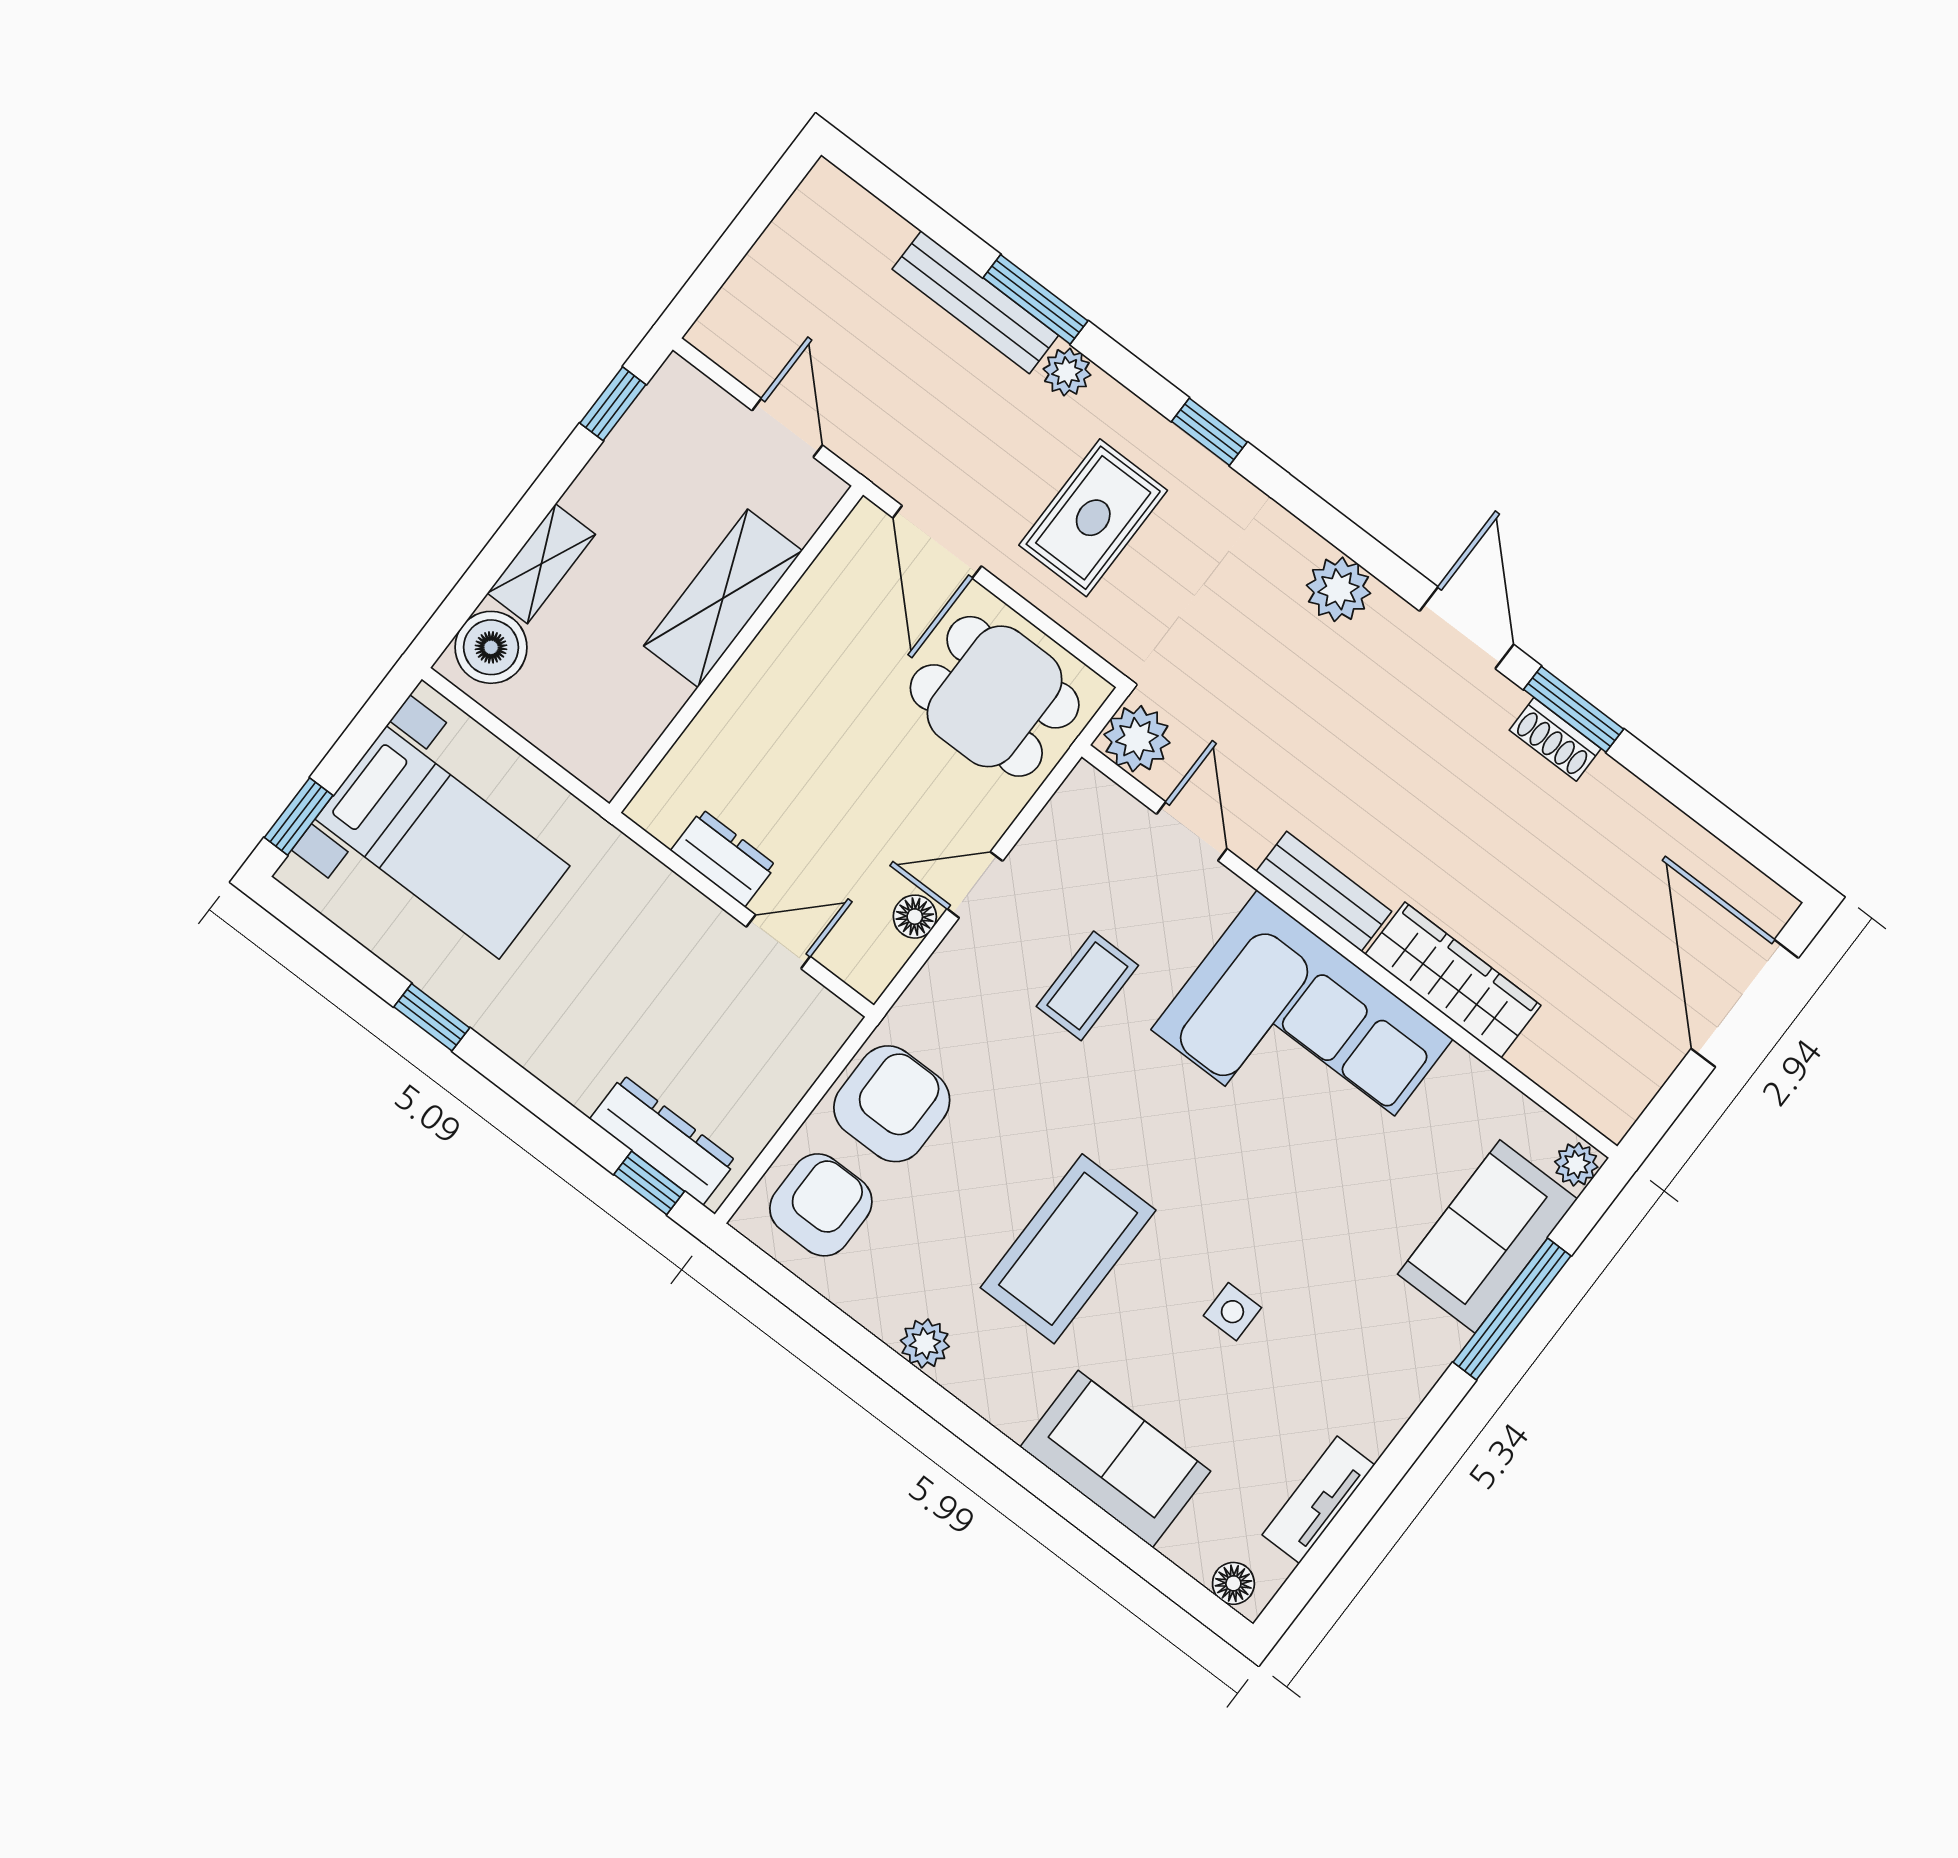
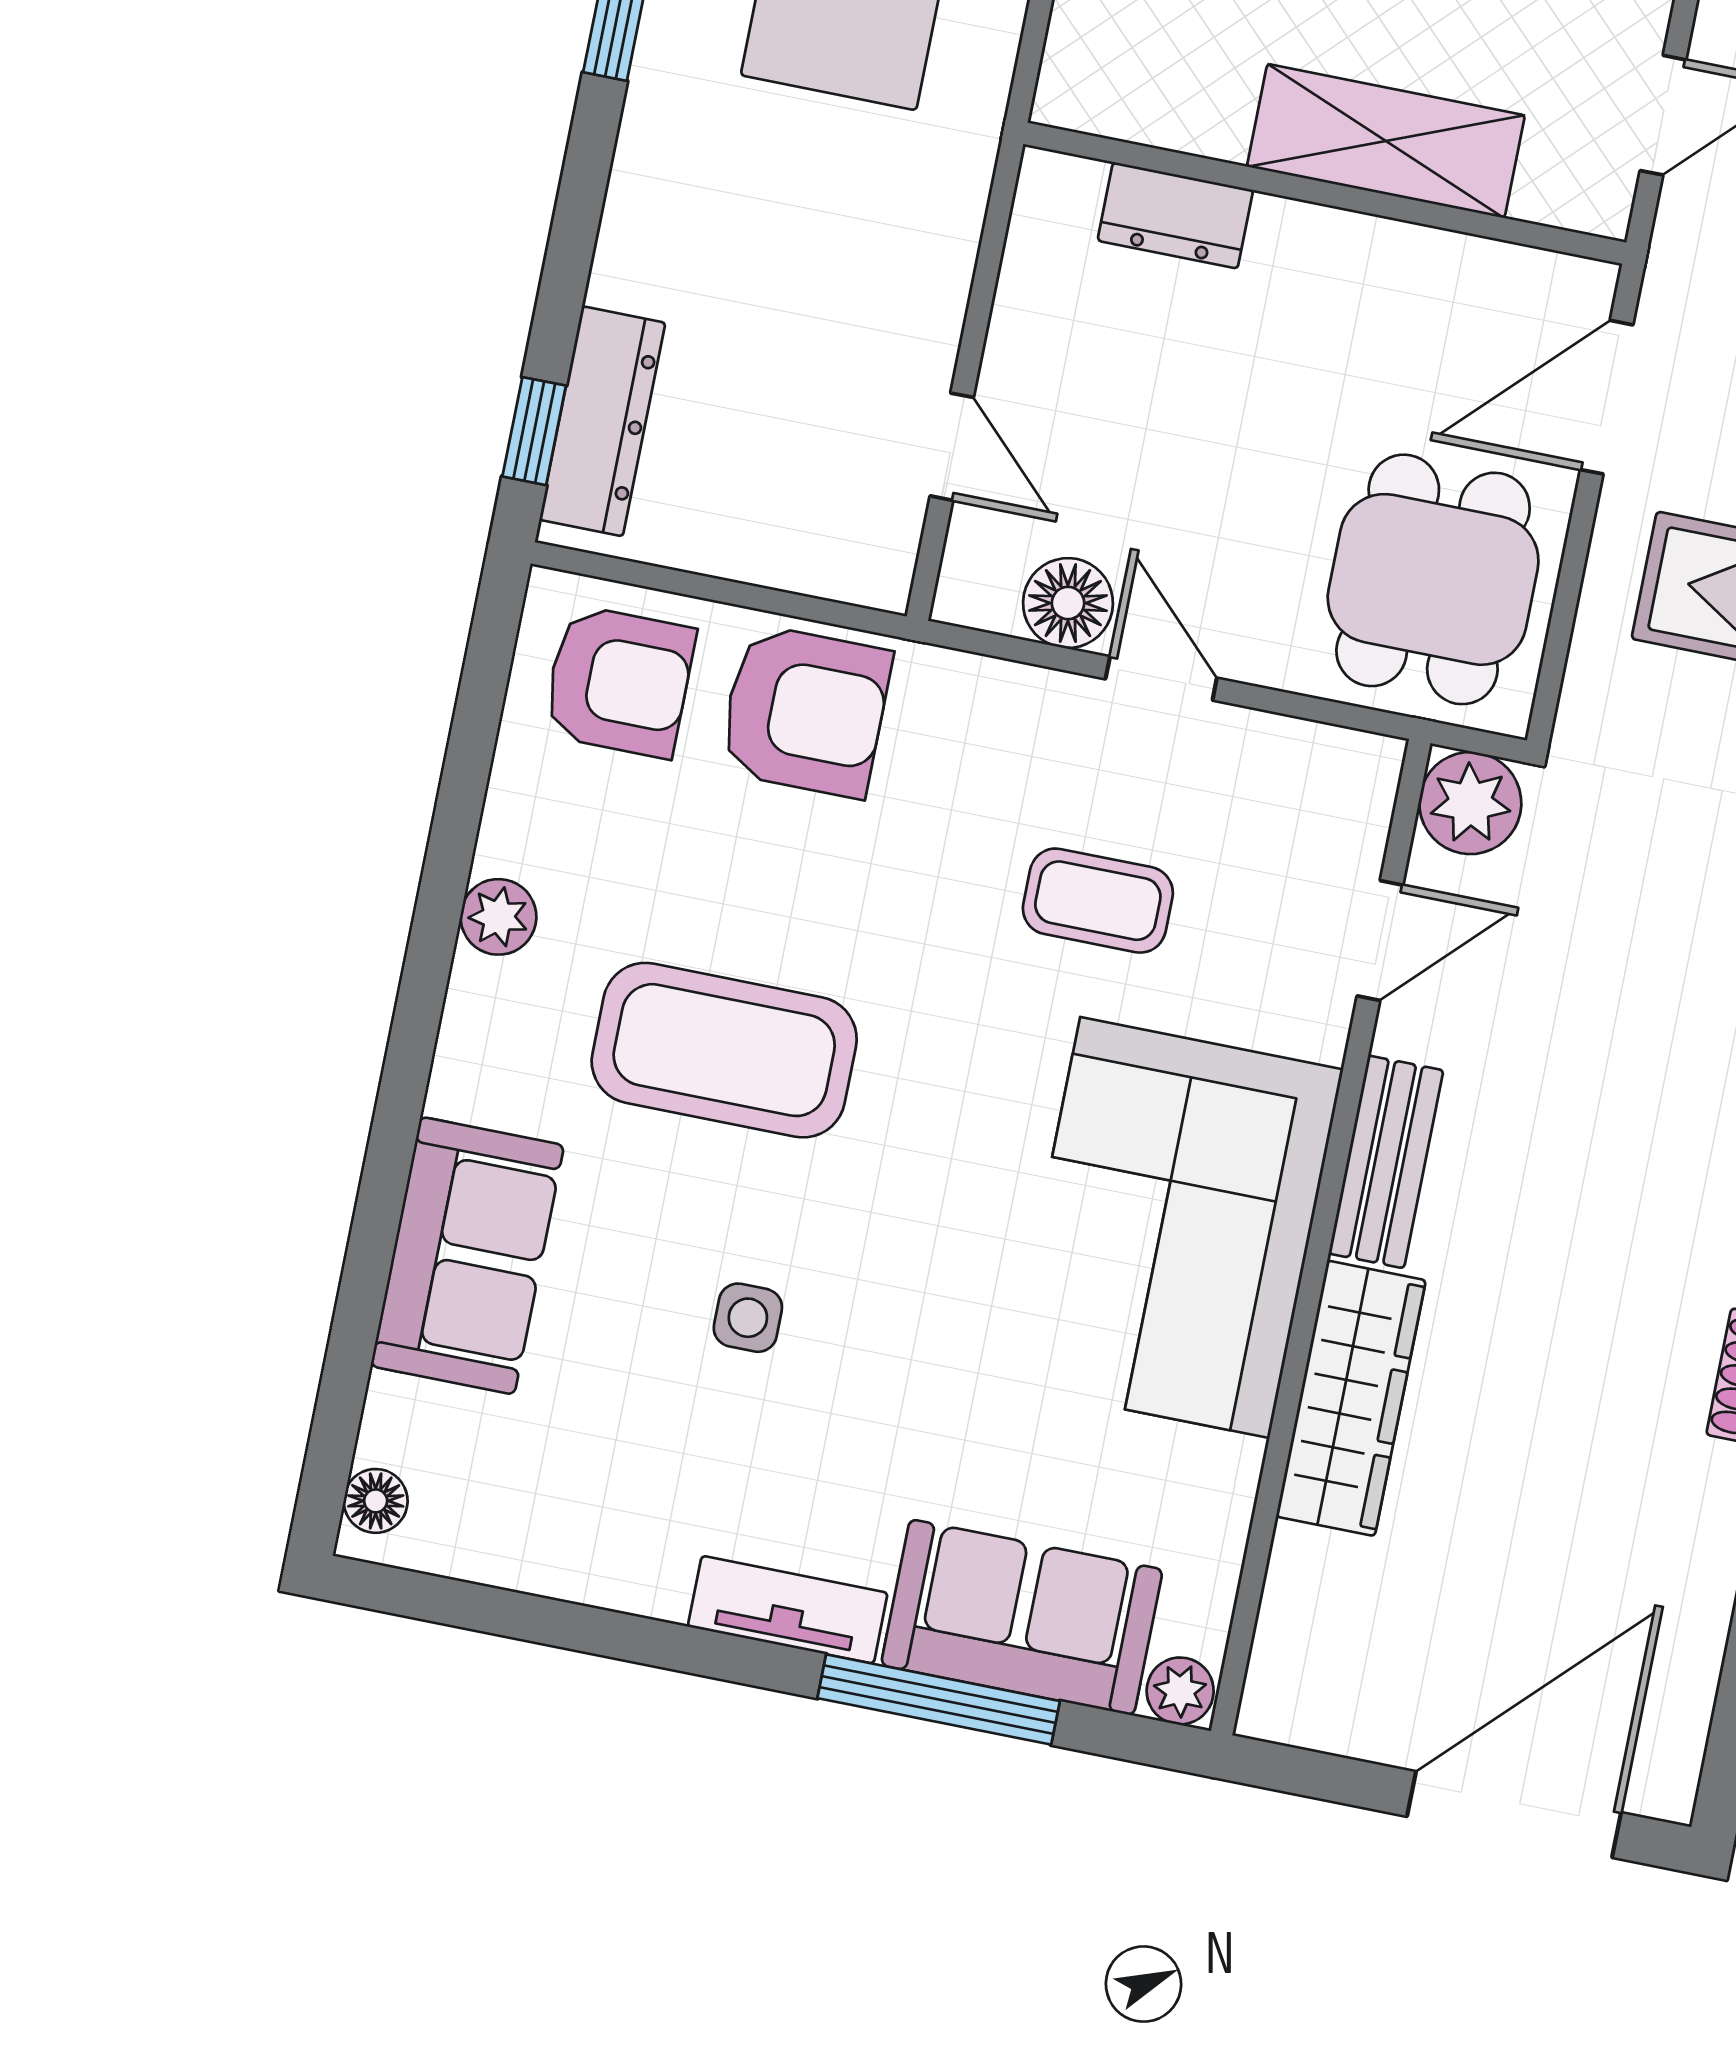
dresser: (723, 858) -> (1175, 215), moved, turned 90
floor lamp: (915, 917) -> (1068, 603), width x1.37, depth x1.37
tv unit: (1318, 1500) -> (788, 1610), moved

